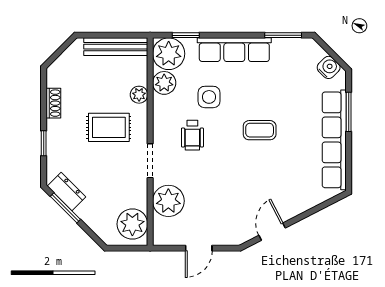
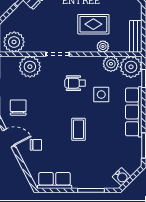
bench: (116, 47) -> (136, 36), width x0.73
rug: (109, 127) -> (93, 24), moved, turned 90
row of seats: (334, 140) -> (55, 181), width x0.50
chair: (282, 192) -> (36, 145), added
chair: (228, 218) -> (18, 108), added

